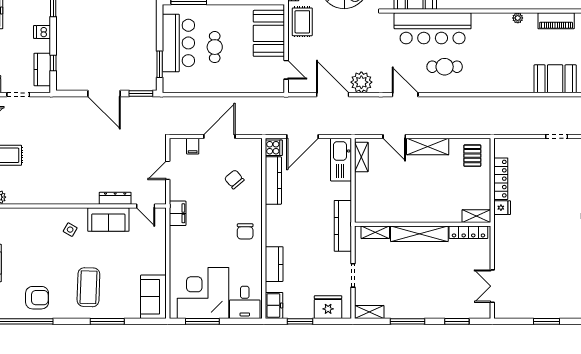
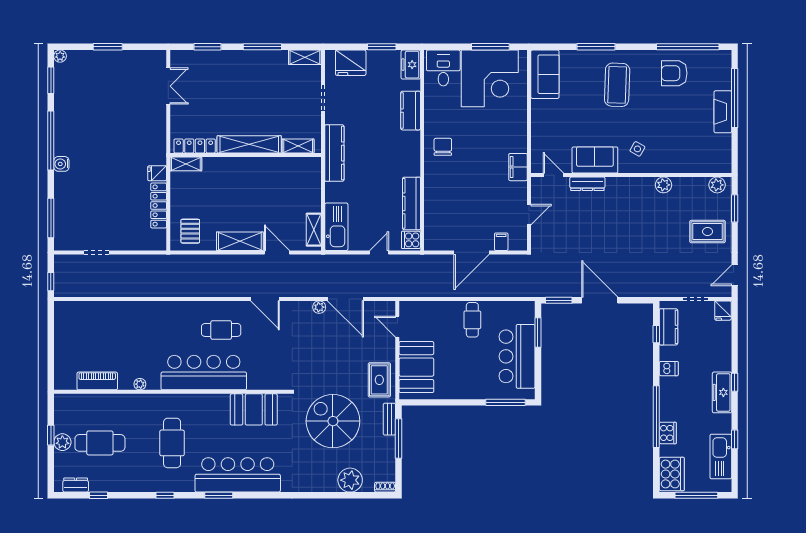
bar counter: (433, 28) -> (204, 373), moved
cafe table: (215, 47) -> (472, 320), moved
booth: (555, 79) -> (98, 316), removed
plant: (361, 82) -> (319, 307), width x0.53, depth x0.53
door: (302, 136) -> (379, 252), width x0.53
chair: (234, 179) -> (455, 205), removed
plant: (47, 197) -> (663, 185), added

